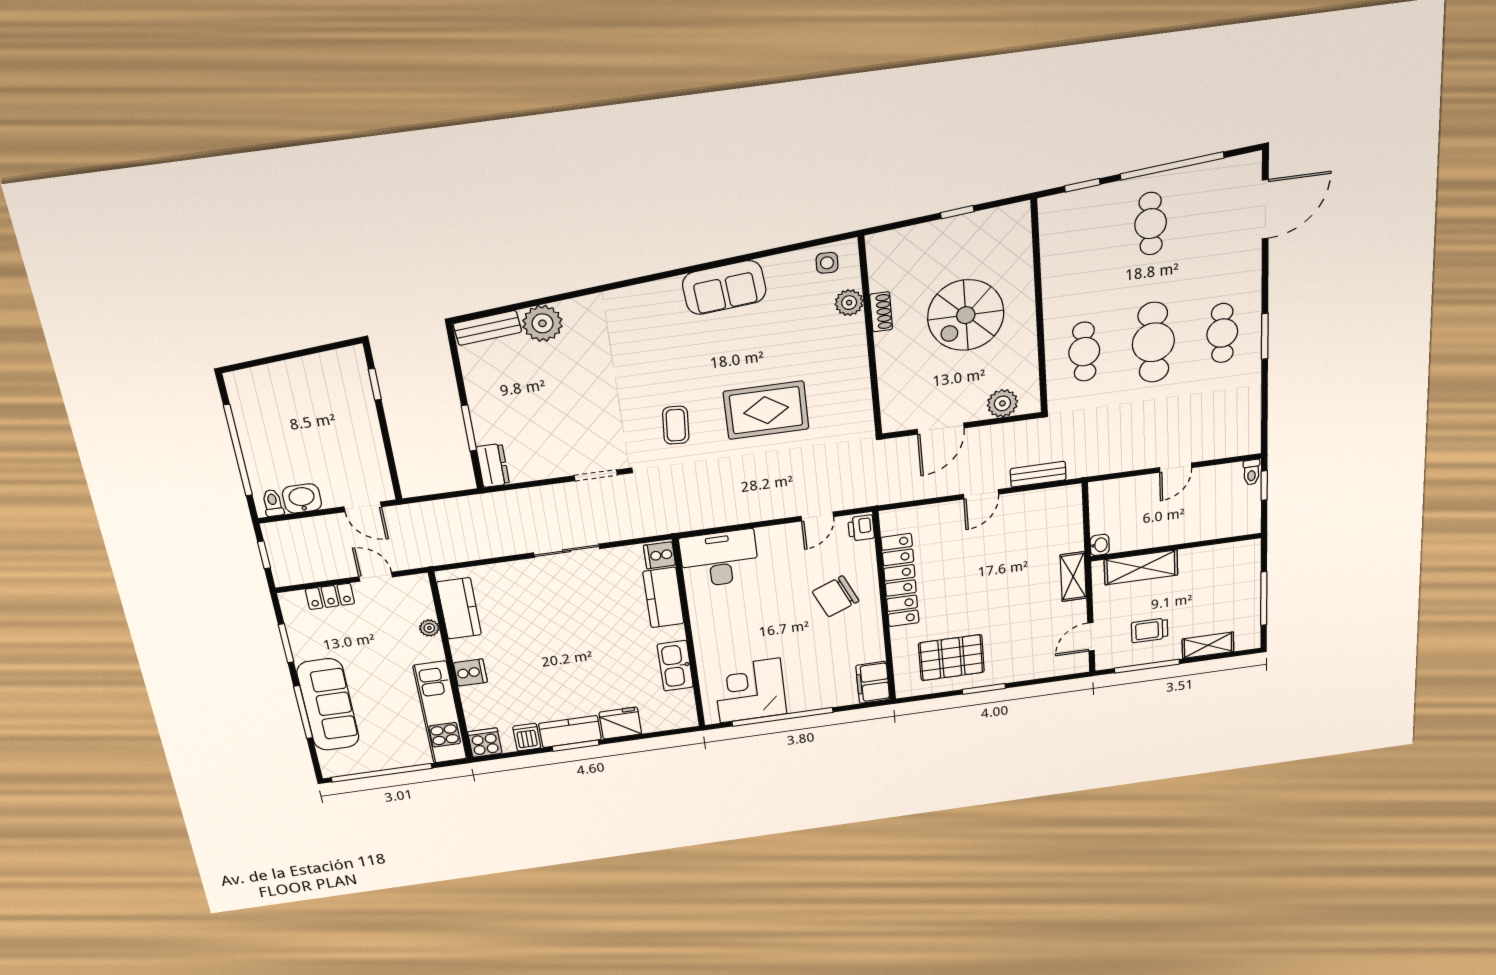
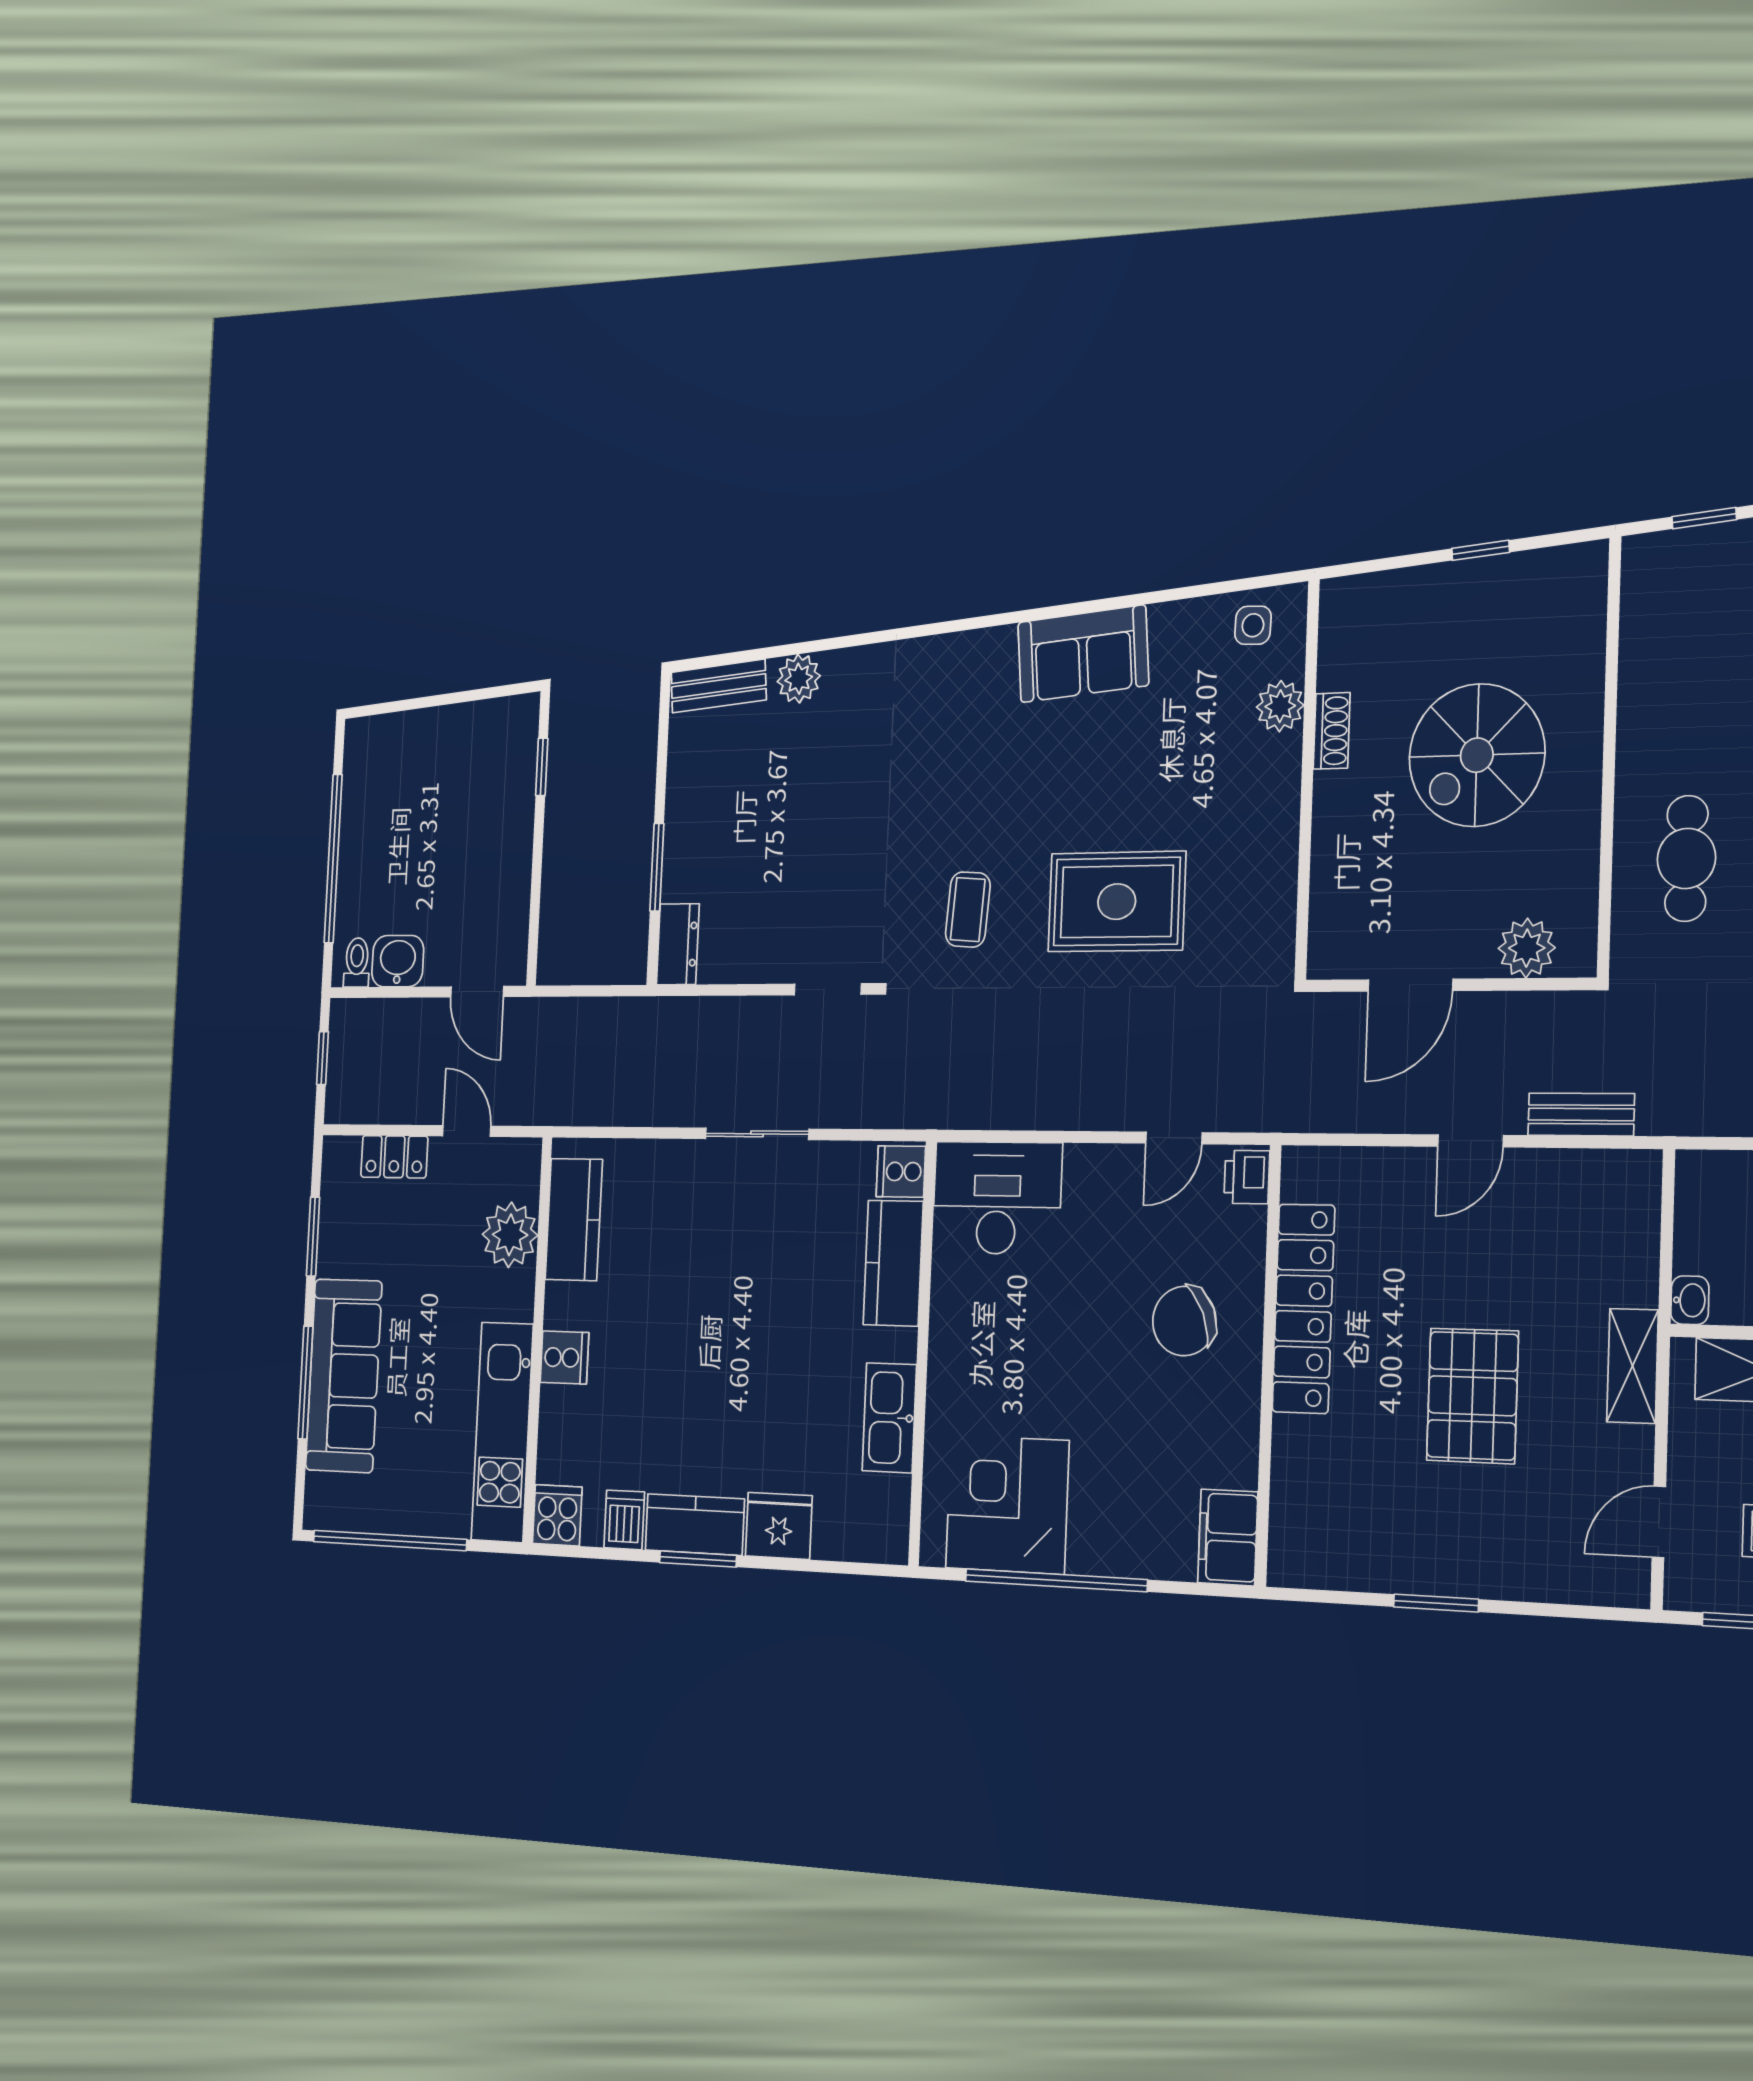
plant: (542, 323) -> (799, 679), width x0.73, depth x0.73
plant: (429, 628) -> (510, 1235), width x1.87, depth x1.87
pallet: (951, 658) -> (1472, 1396), moved, turned 90

